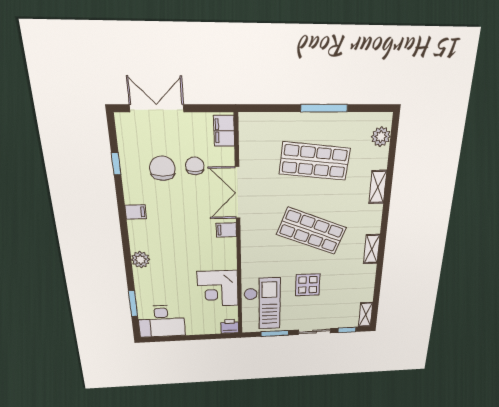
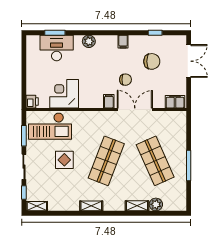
plant: (381, 137) -> (156, 204), moved
shop shelf: (315, 161) -> (155, 161), turned -30
chair: (195, 166) -> (126, 80), moved
desk: (162, 321) -> (57, 48), moved, turned 90

